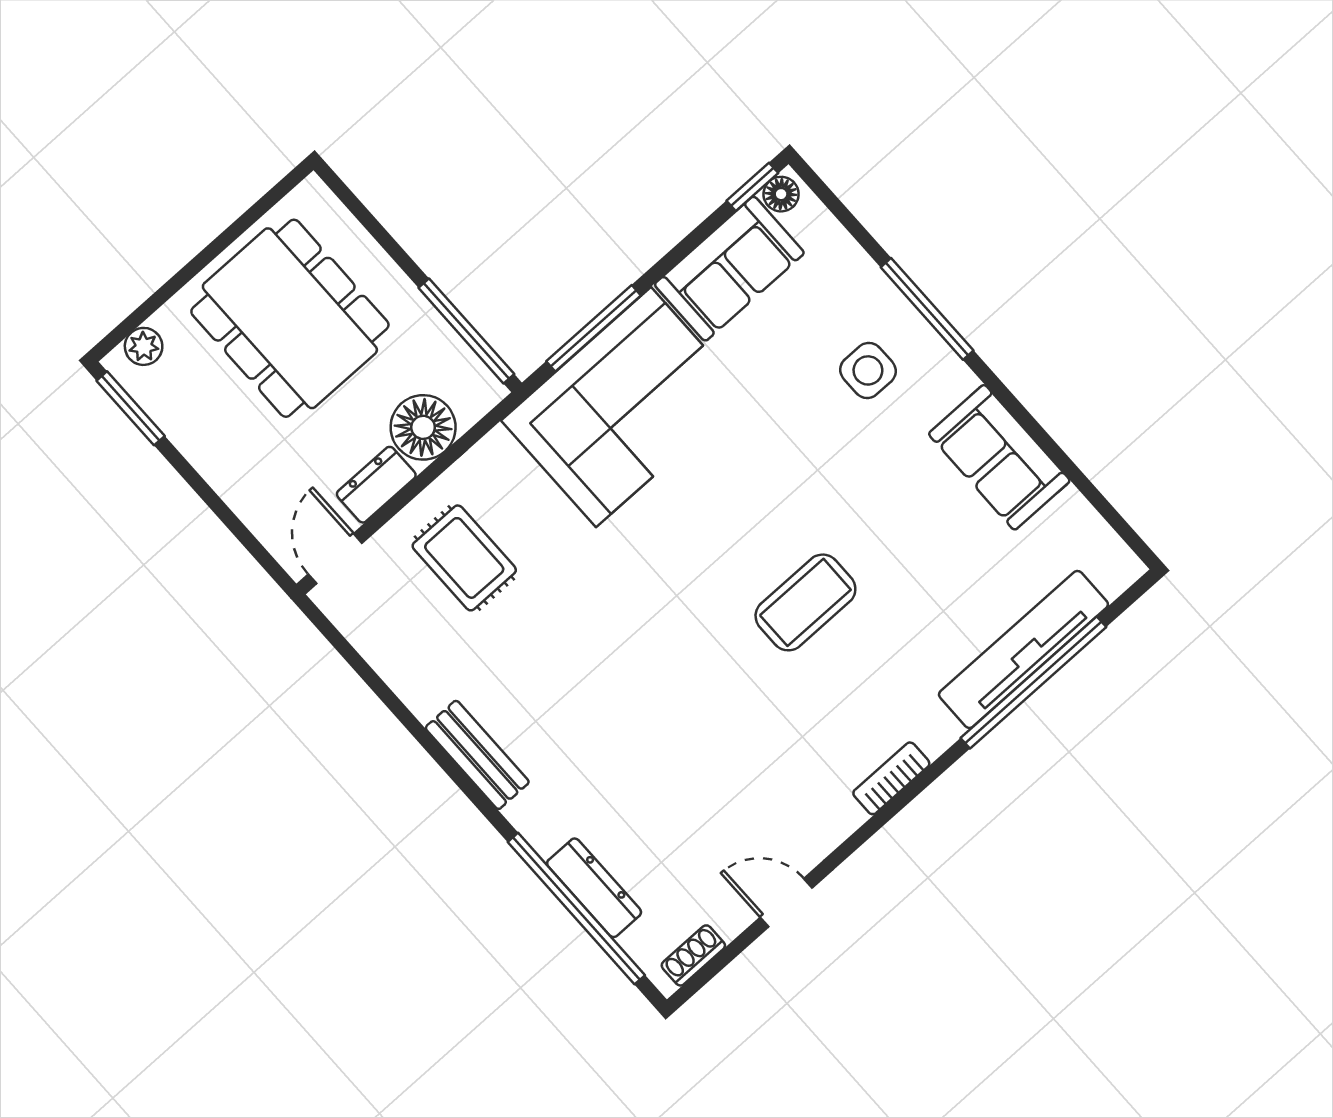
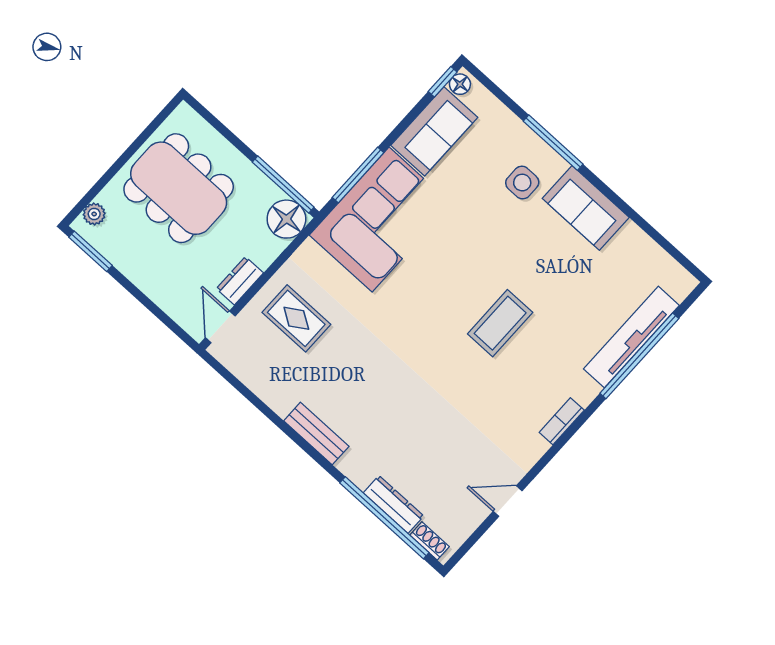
floor lamp: (423, 427) -> (286, 219), moved
sofa: (999, 457) -> (586, 208), moved
shoe rack: (693, 955) -> (429, 541), moved, turned 90

